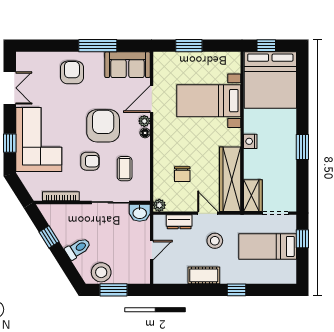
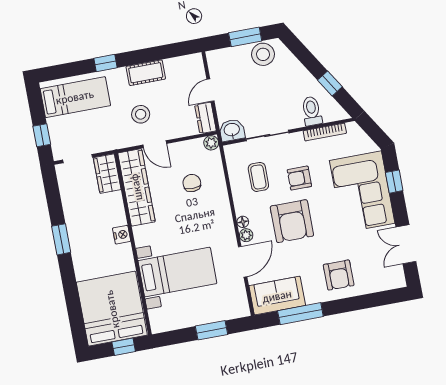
window: (98, 46) -> (300, 314), moved
dresser: (179, 222) -> (205, 118), moved, turned -90
bed: (268, 246) -> (75, 97), moved
toilet: (78, 248) -> (312, 111), moved, turned 122

